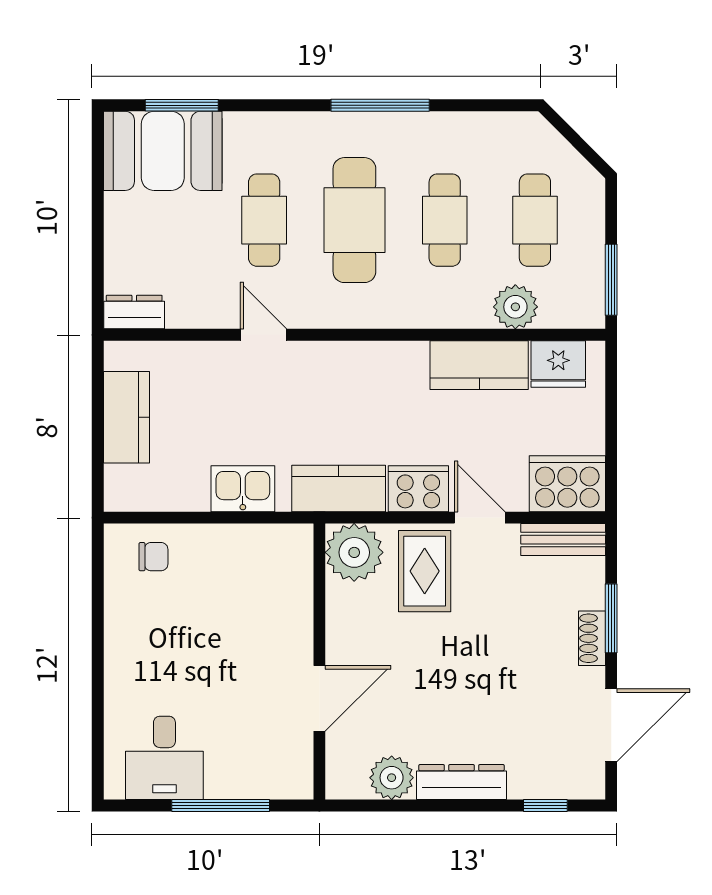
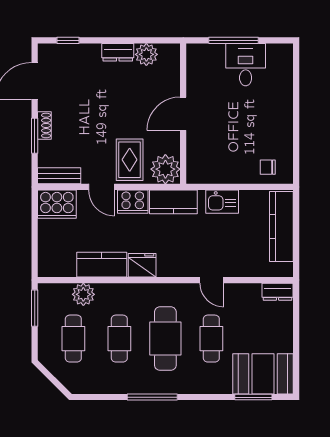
fridge: (558, 364) -> (142, 265), moved
kitchen counter: (127, 417) -> (281, 226), width x1.50
door: (319, 698) -> (183, 114), moved
desk: (164, 758) -> (246, 65), moved
dresser: (462, 782) -> (118, 52), width x0.70

